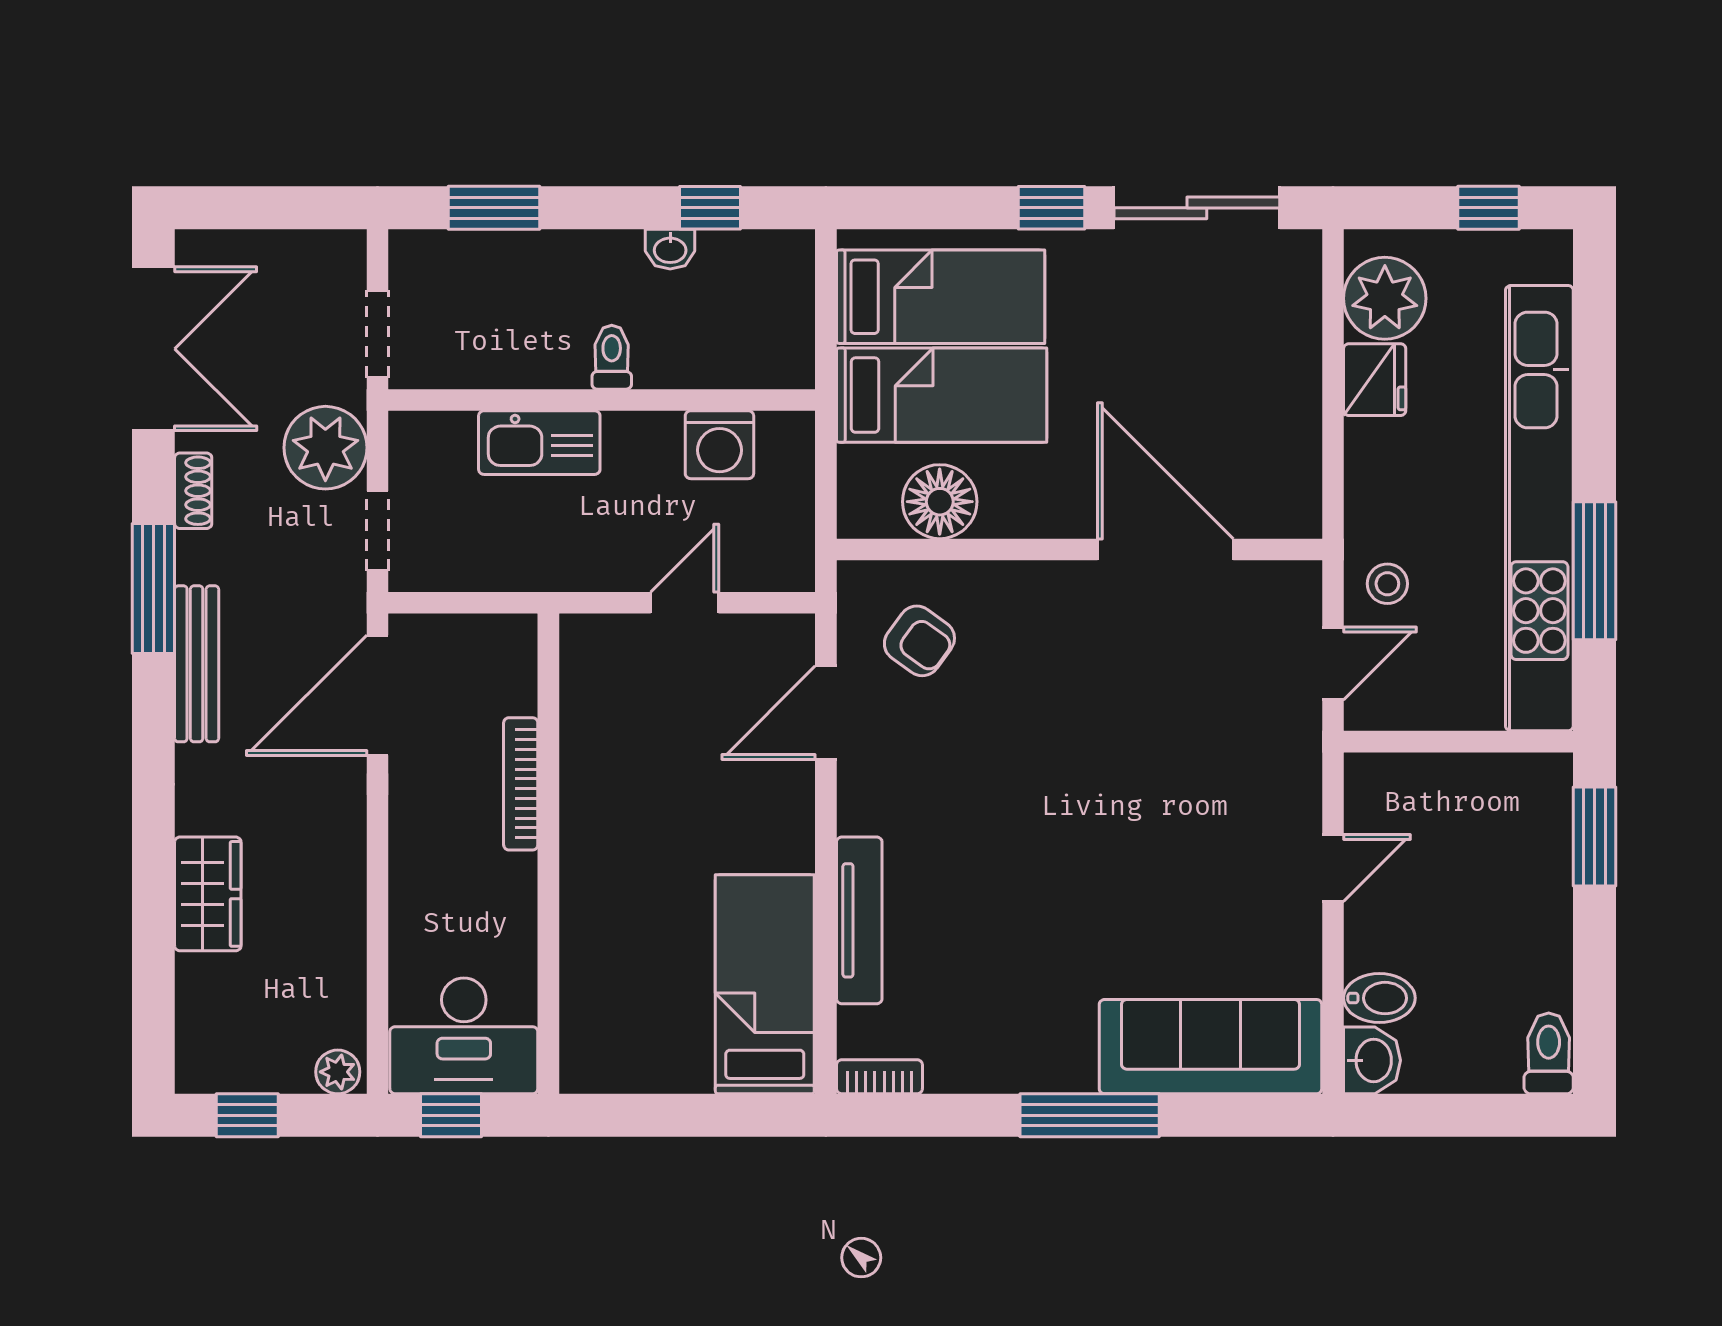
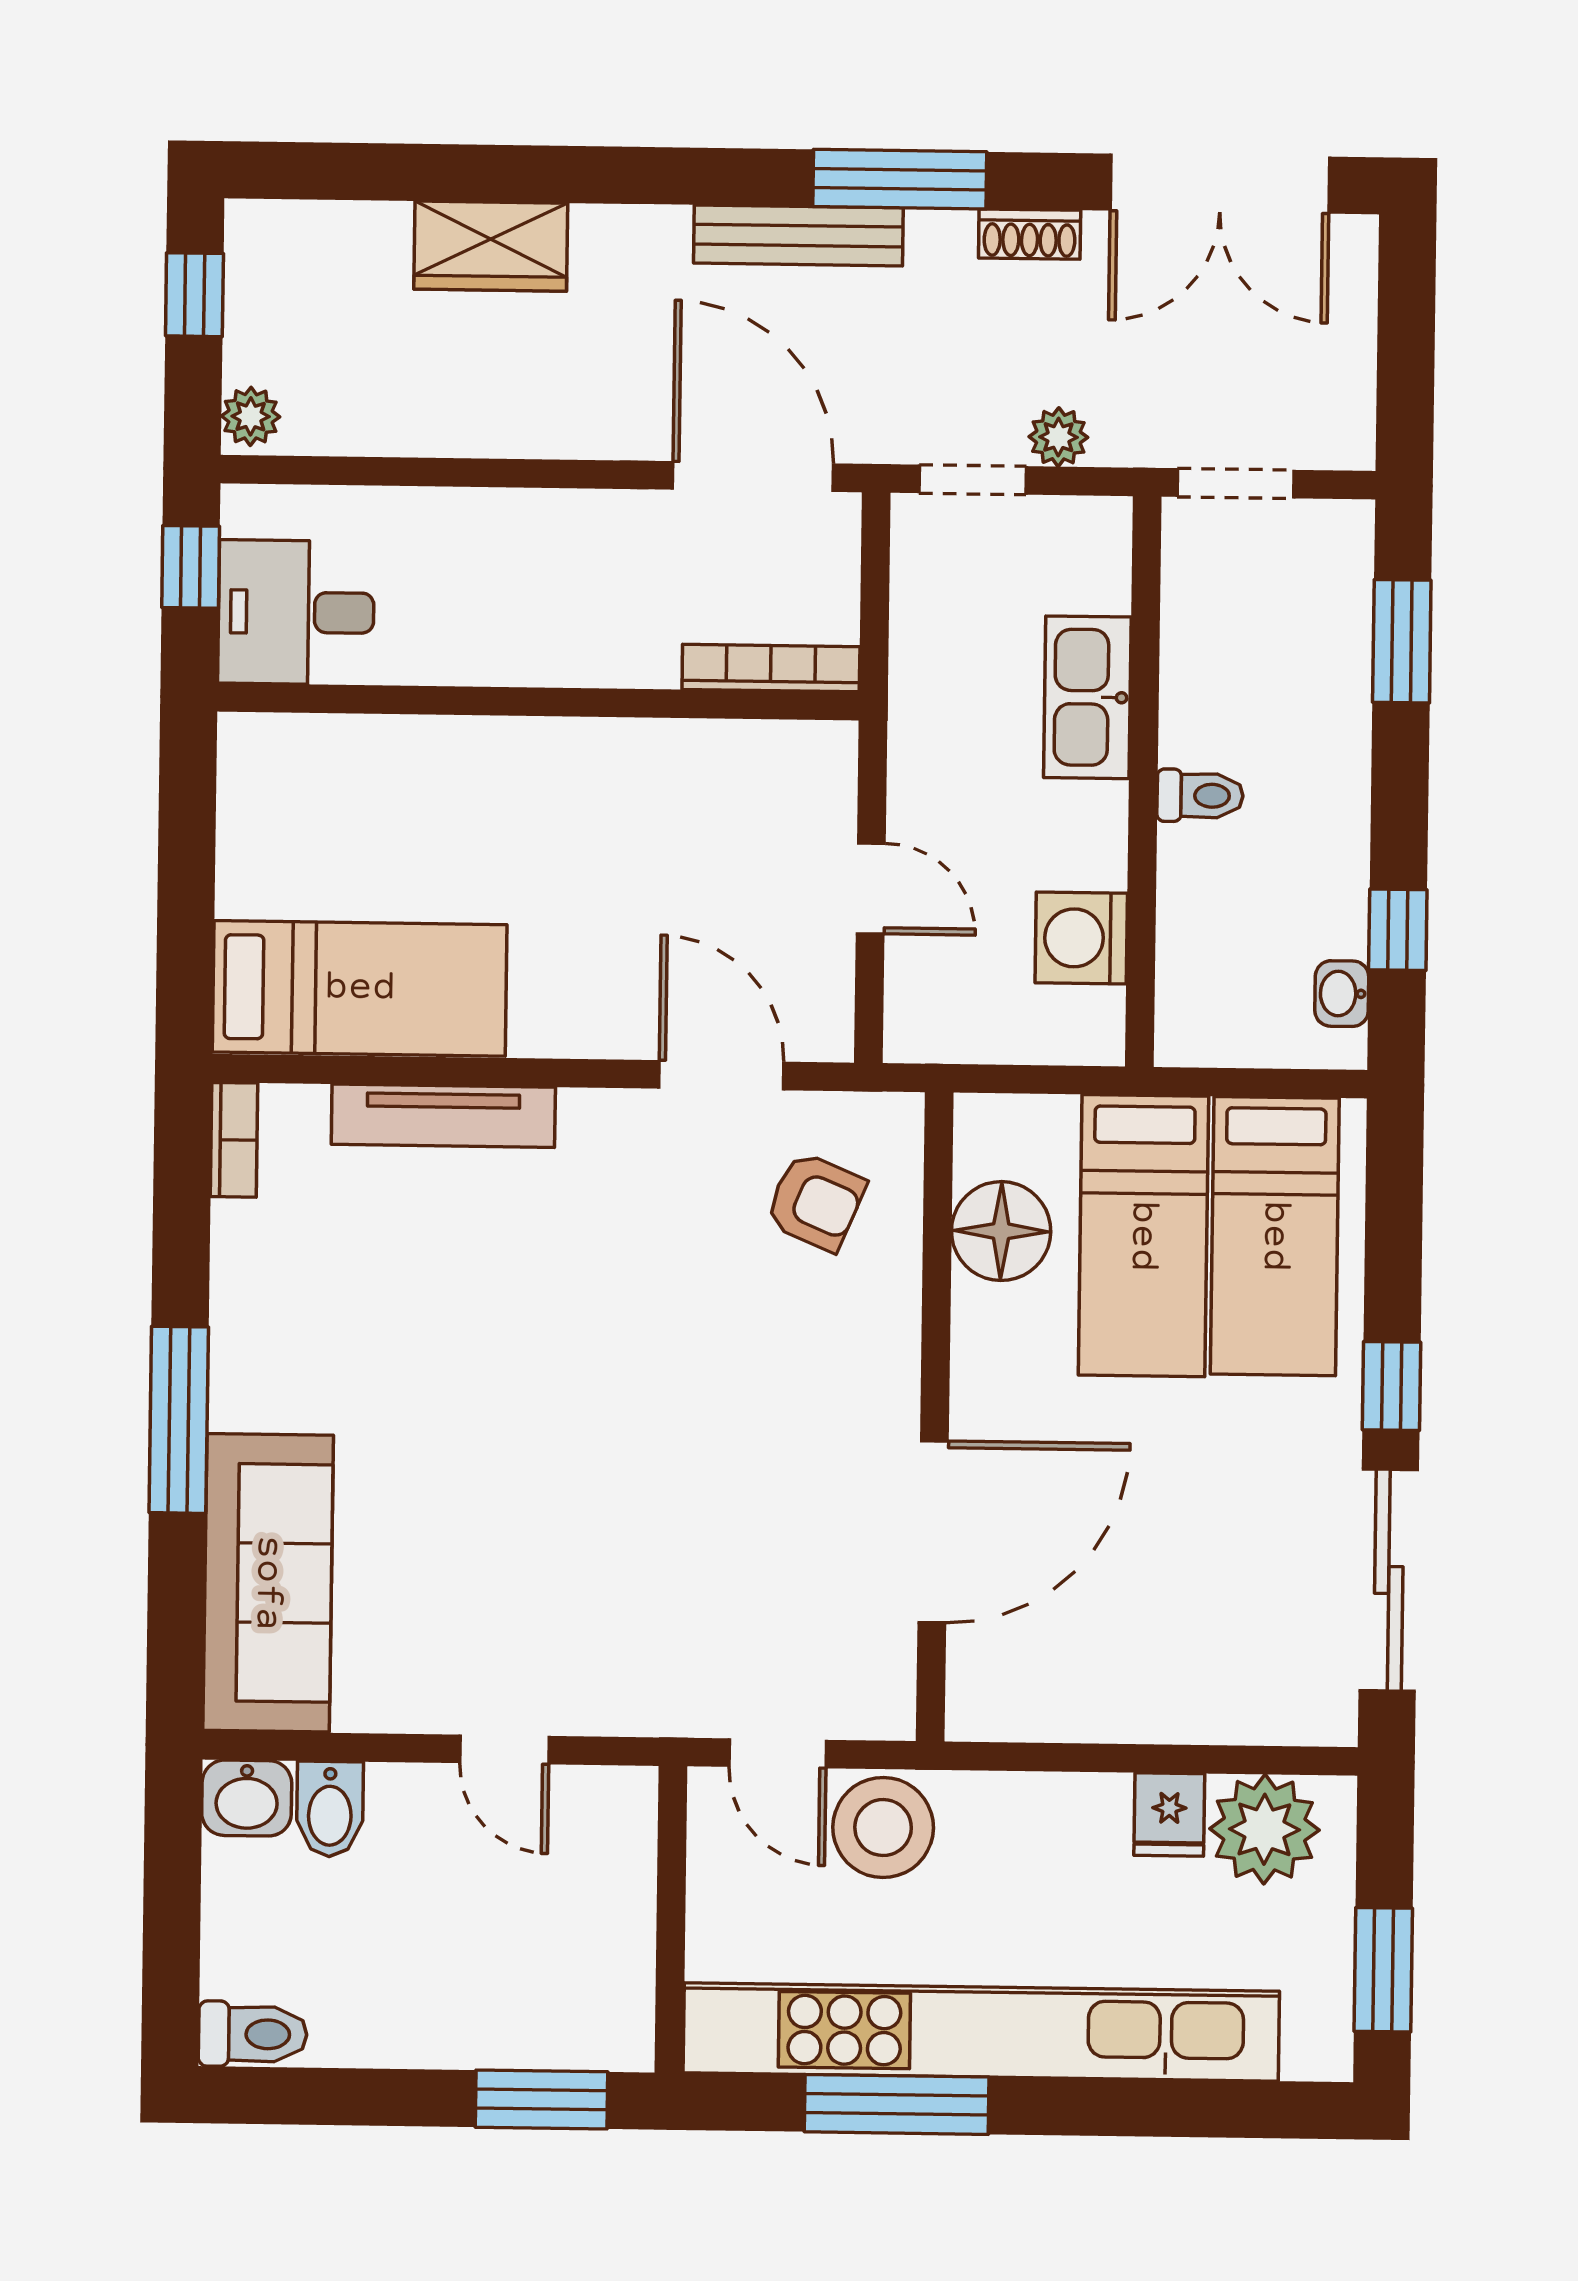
window: (1489, 208) -> (1383, 1970), width x1.50
washbasin: (670, 249) -> (1342, 994), moved
fridge: (1375, 380) -> (1169, 1815), width x0.72
plant: (325, 448) -> (1058, 437), width x0.53, depth x0.53
stool: (1387, 584) -> (883, 1828), width x1.89, depth x1.89
armchair: (919, 641) -> (816, 1201), turned -103
bookcase: (521, 784) -> (771, 668), moved
desk: (464, 1036) -> (296, 612), width x0.73

